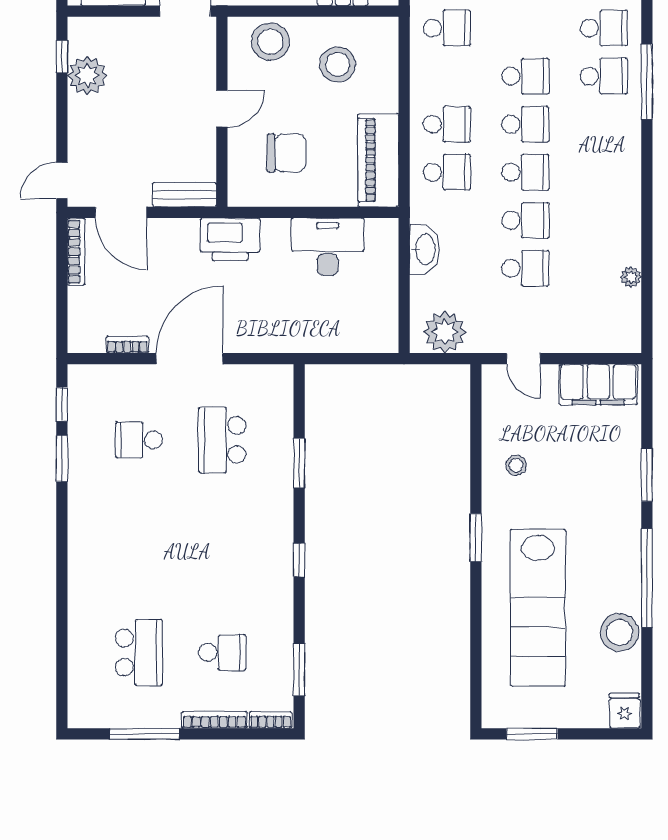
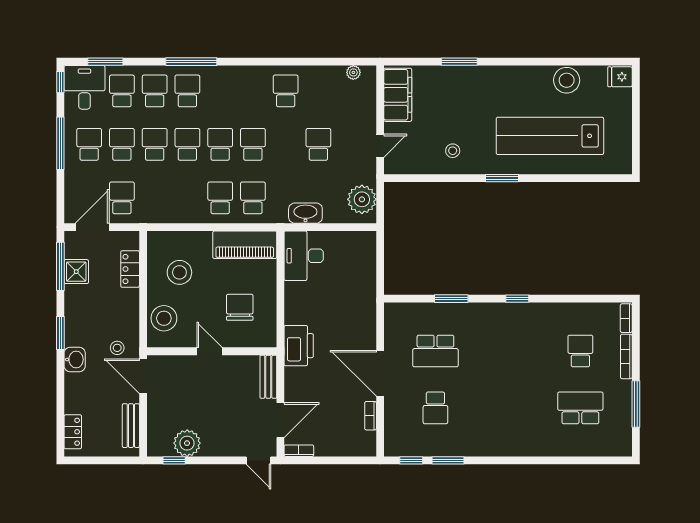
school desk: (447, 28) -> (155, 144), moved
school desk: (525, 220) -> (286, 91), moved
desk: (328, 247) -> (304, 256), moved
bookcase: (76, 252) -> (299, 451), width x0.64
plant: (631, 277) -> (353, 72), moved
window: (647, 578) -> (529, 62), removed
lab bench: (538, 608) -> (550, 136), turned 180
window: (299, 669) -> (592, 299), removed
window: (532, 734) -> (636, 140), removed

